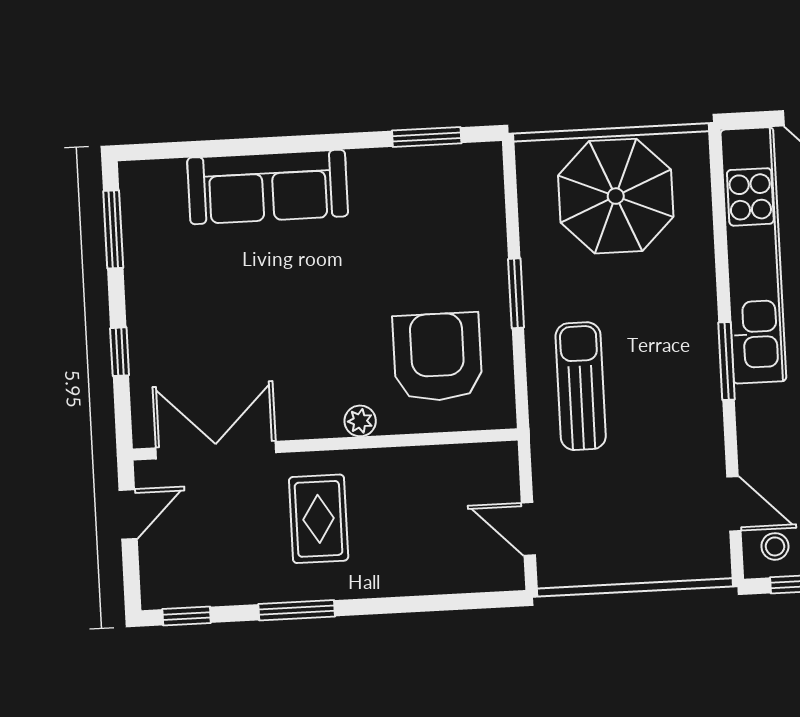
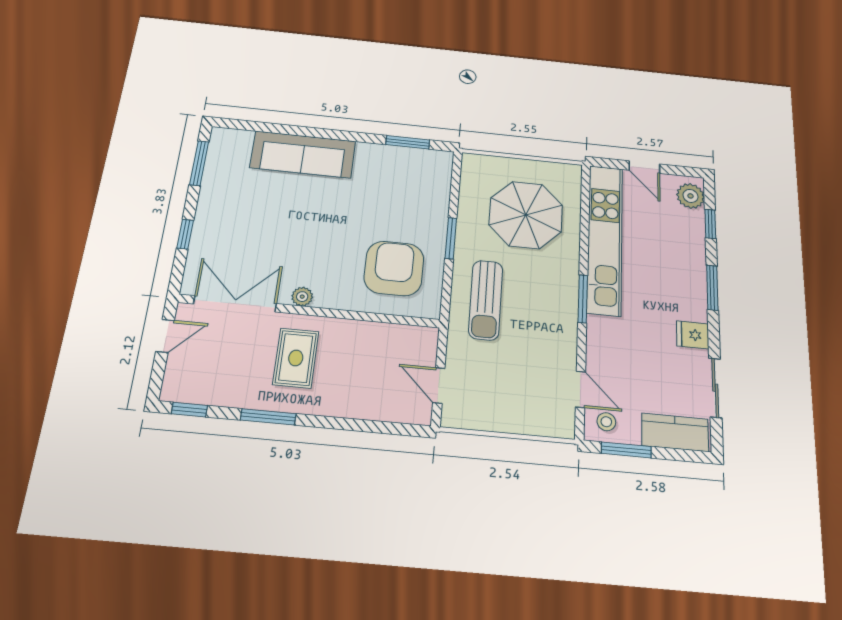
parasol: (616, 196) -> (526, 215), moved
sun lounger: (581, 386) -> (486, 300), turned 180
plant: (360, 421) -> (302, 297), moved

